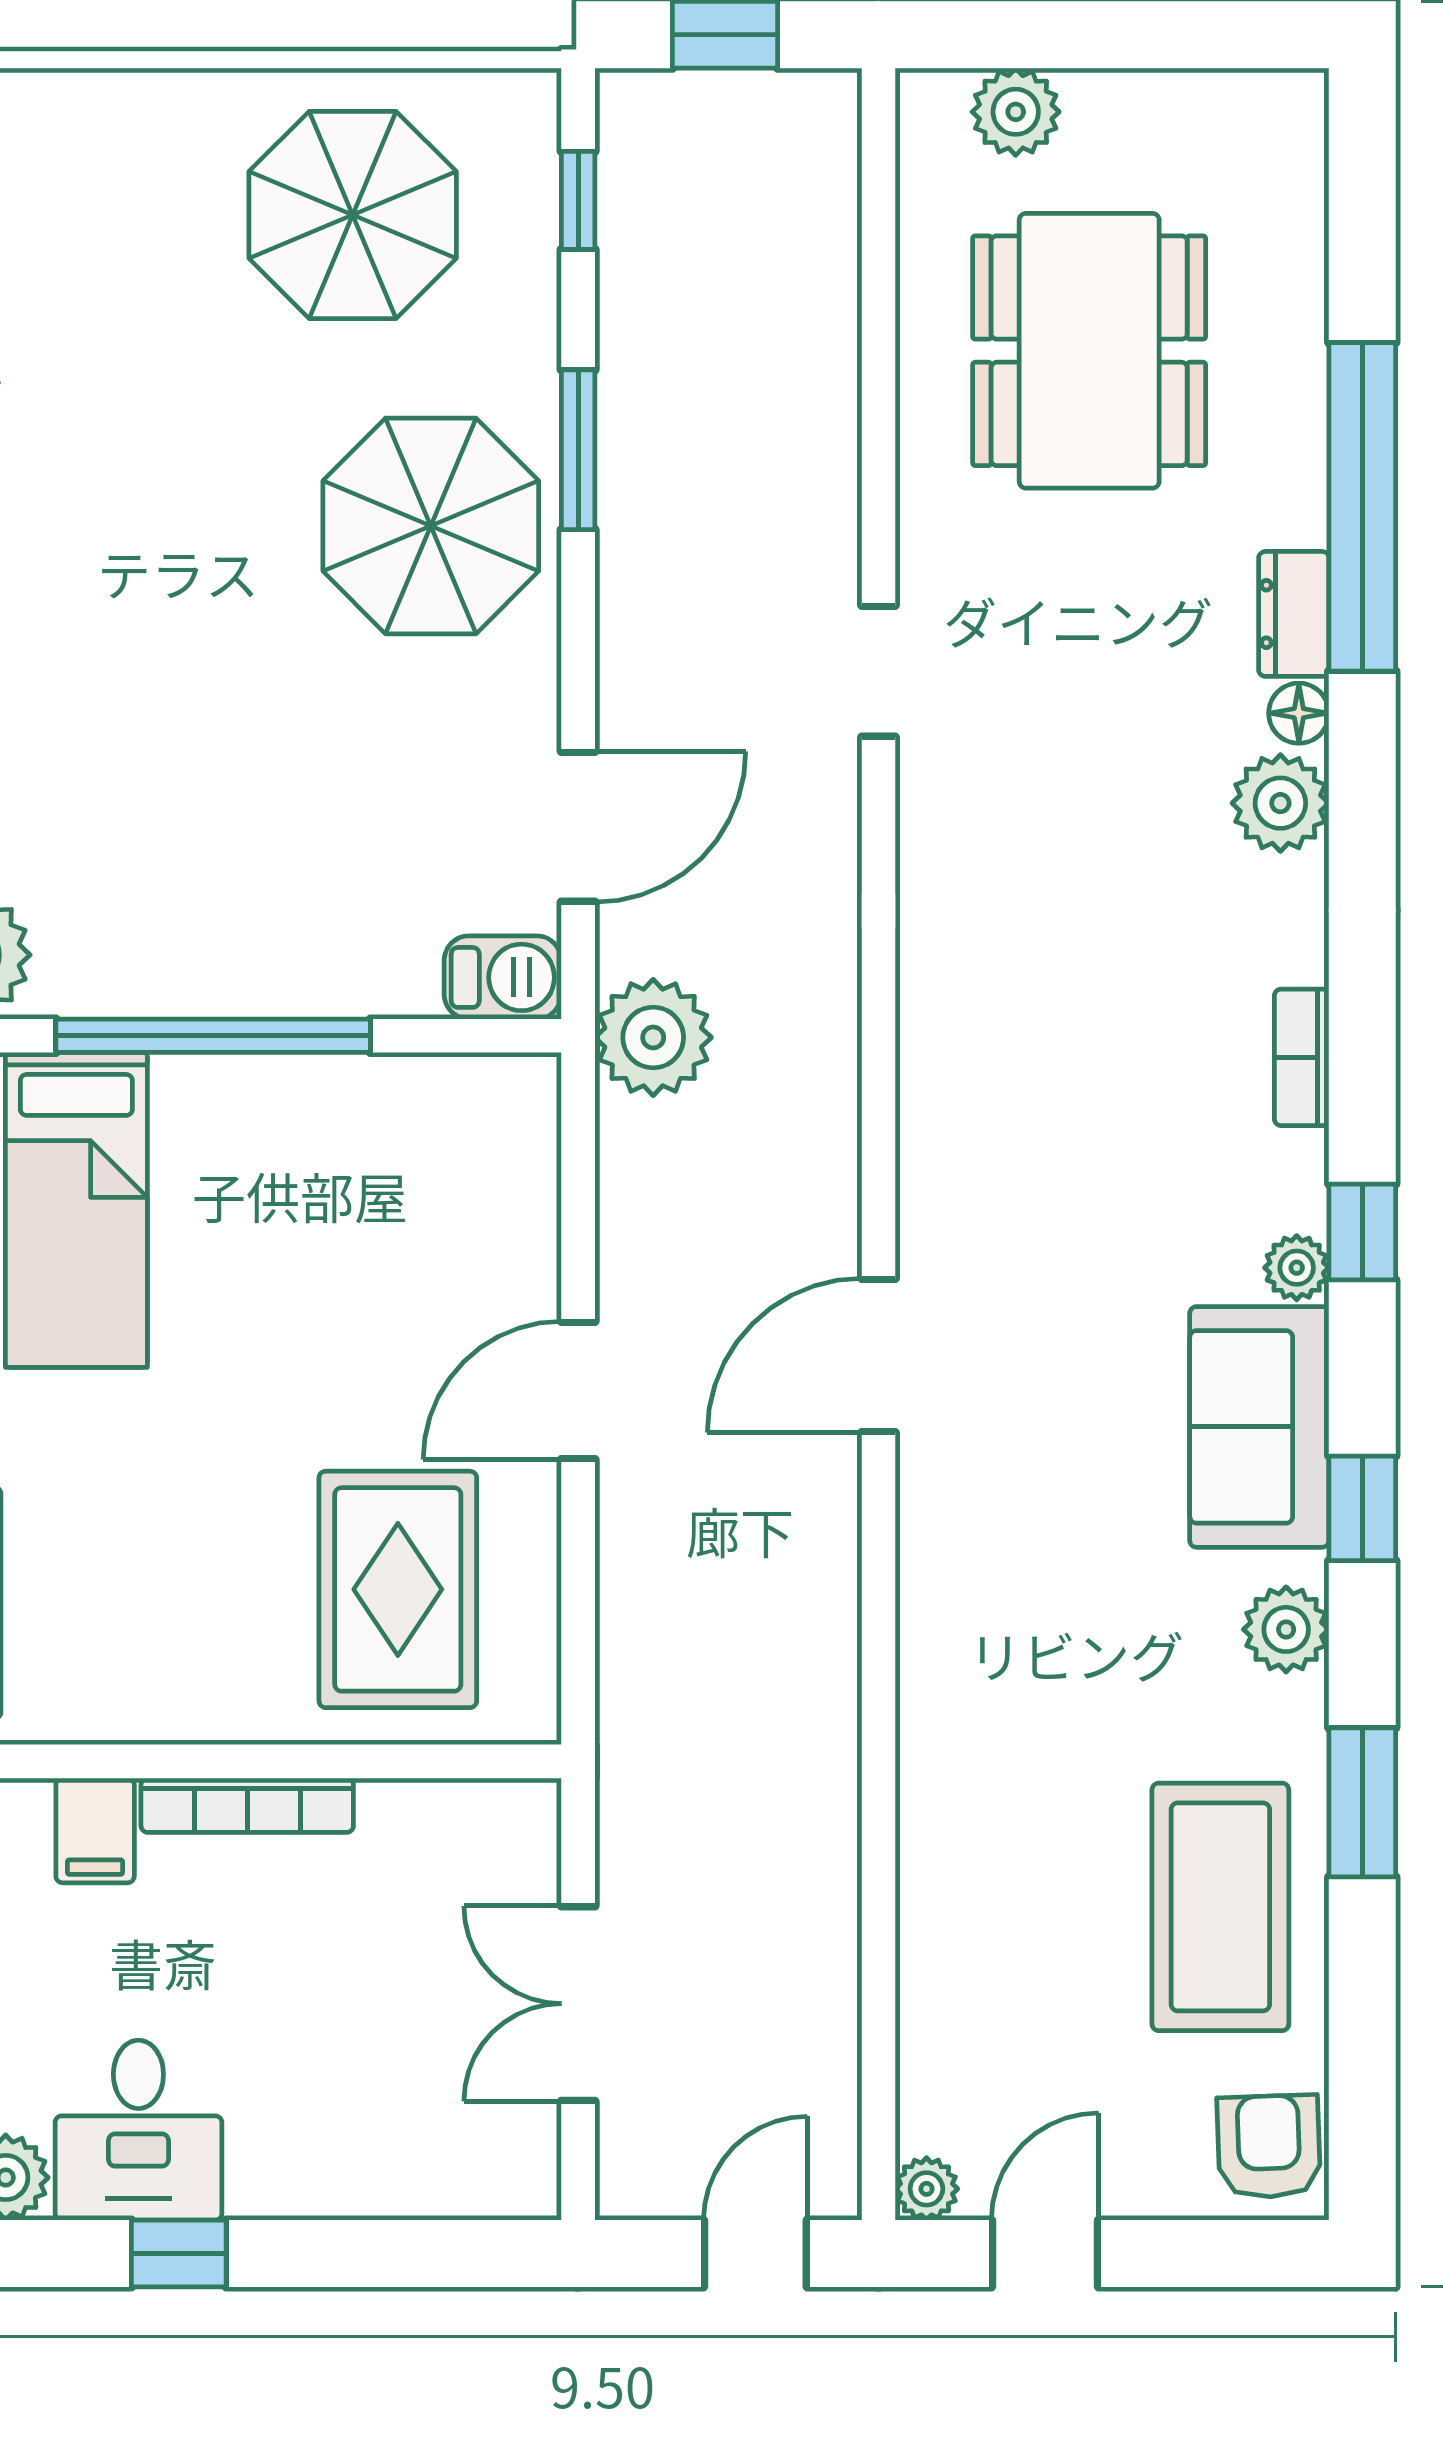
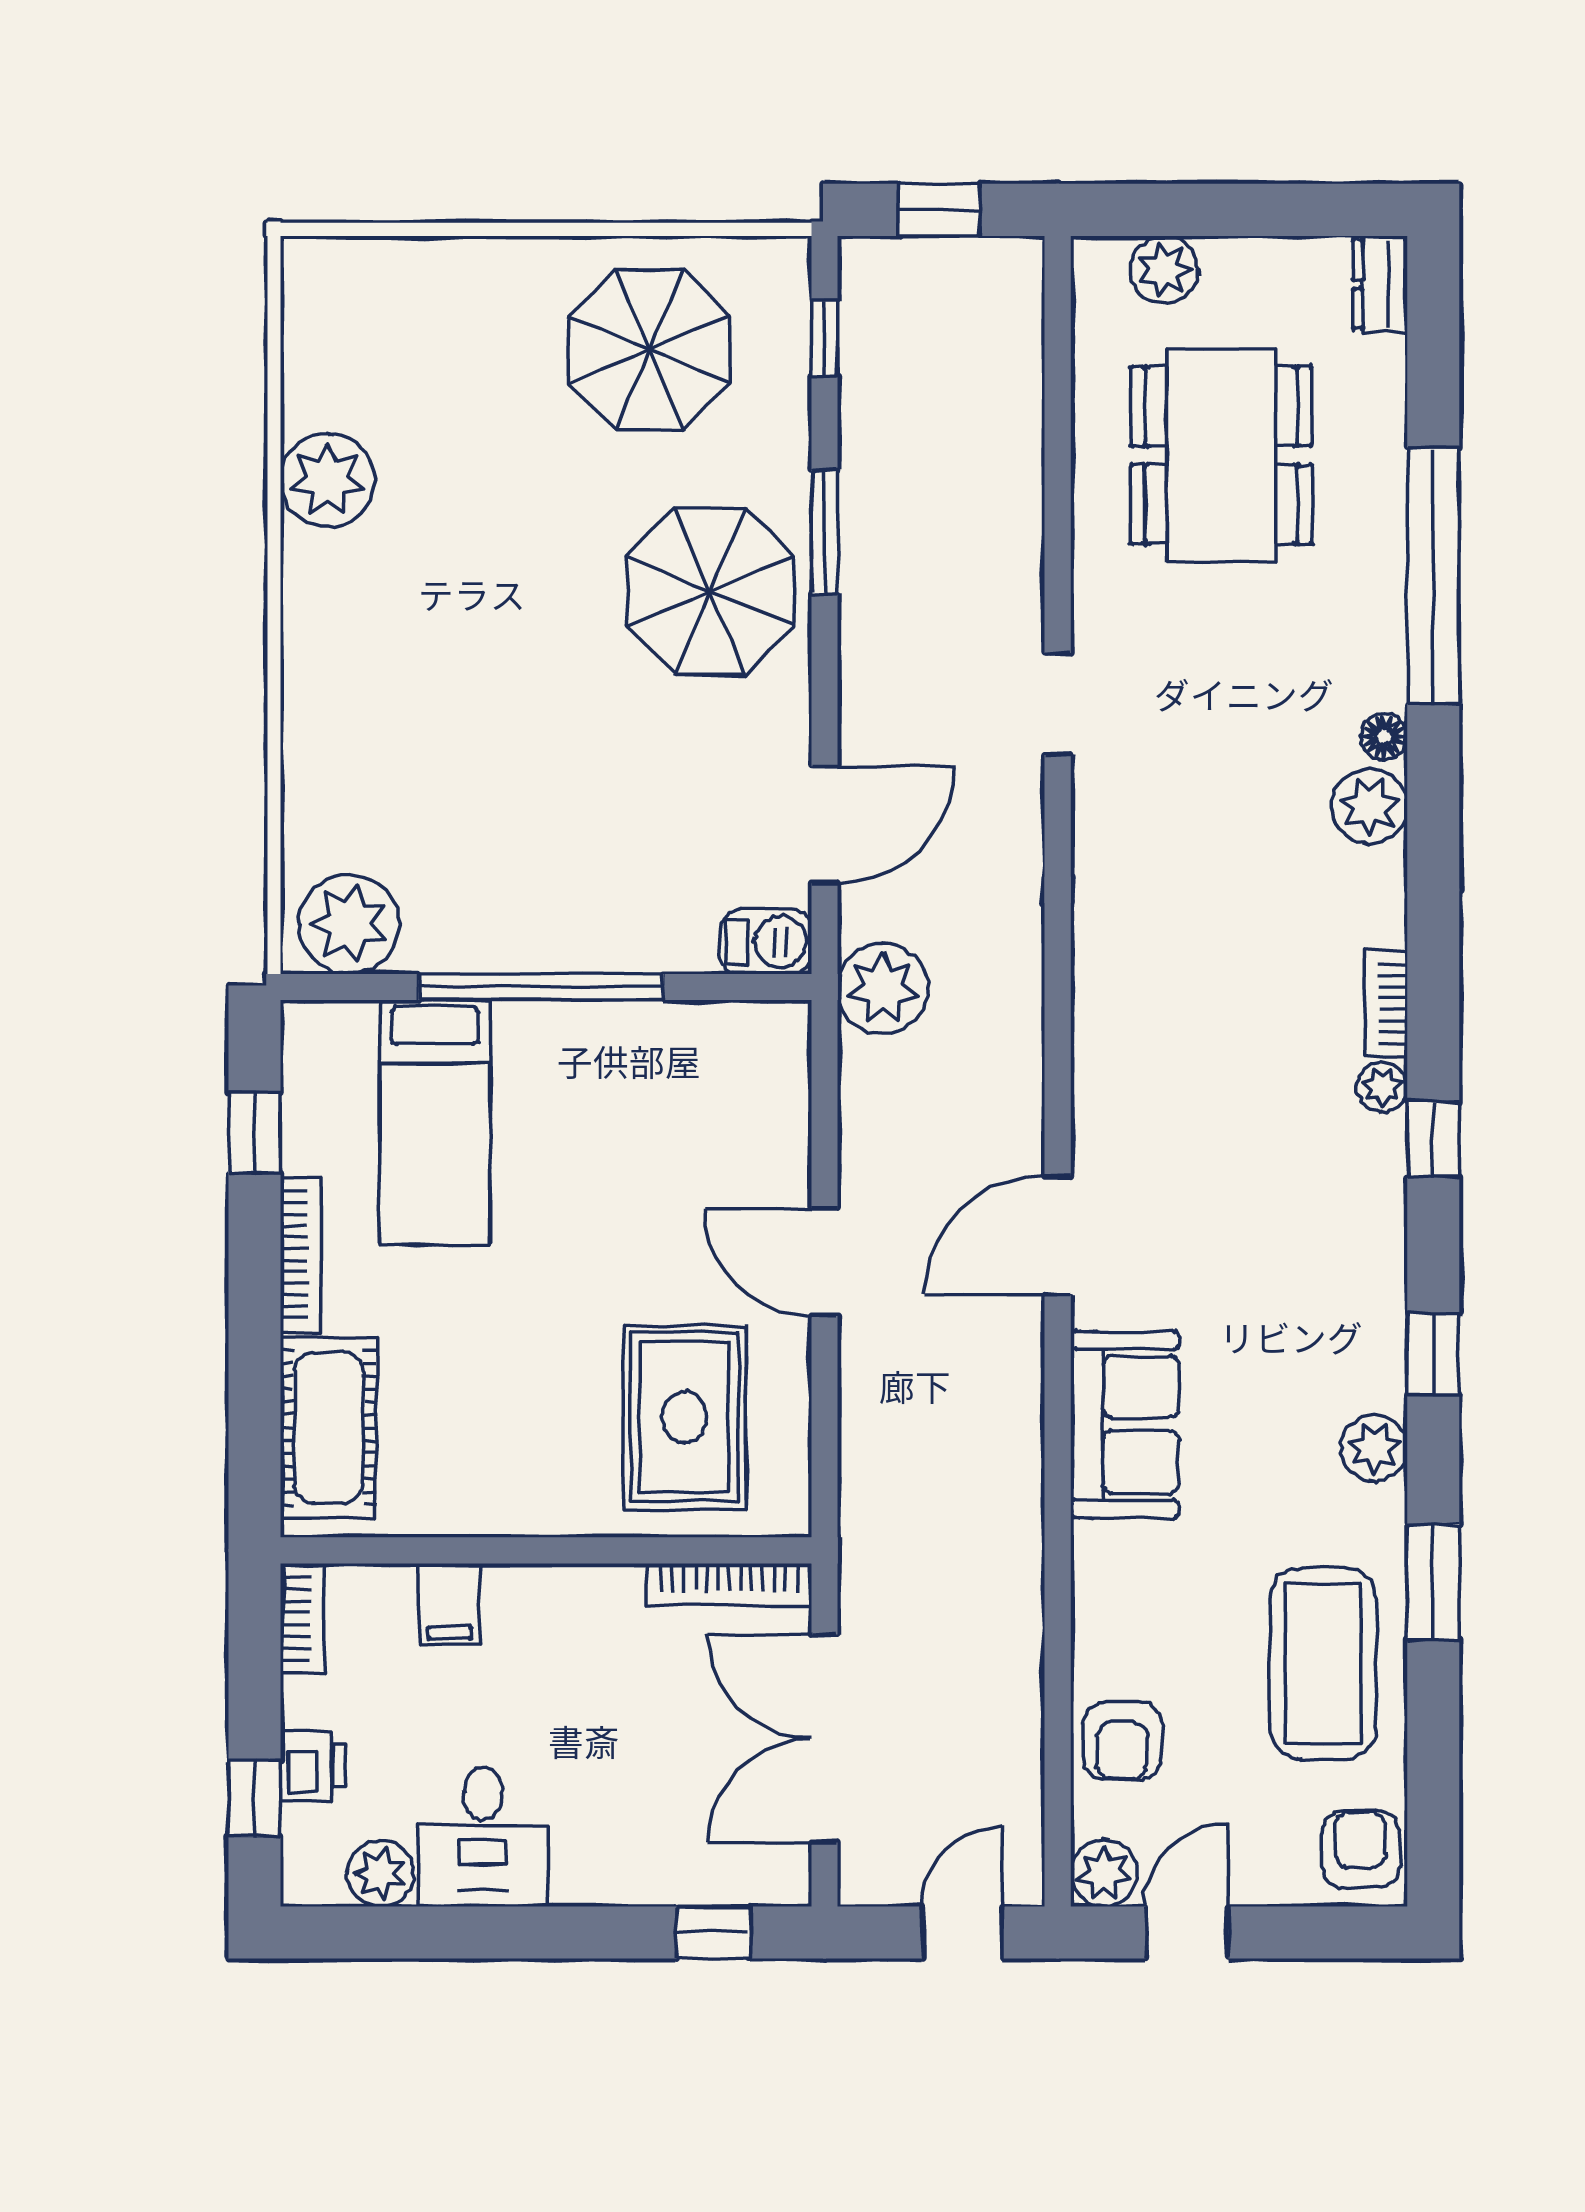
dresser: (1294, 614) -> (1380, 284), moved
plant: (1297, 1268) -> (1382, 1087), moved
door: (578, 1390) -> (825, 1262), hinge flipped
sofa: (1259, 1427) -> (1125, 1425), moved, turned 180
bookcase: (247, 1805) -> (729, 1585), moved
double door: (578, 2004) -> (825, 1739), width x1.37
armchair: (962, 2007) -> (1122, 1741), added
plant: (926, 2189) -> (1104, 1873), width x1.38, depth x1.38
window: (179, 2254) -> (713, 1933), moved

